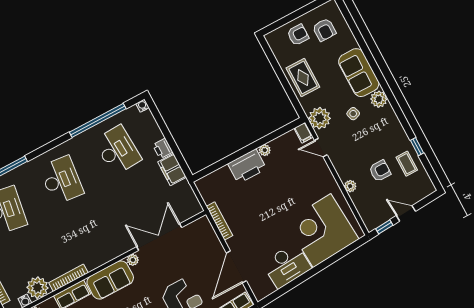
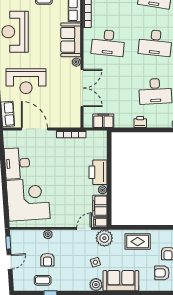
filing cabinet: (285, 143) -> (100, 206), added
filing cabinet: (172, 170) -> (103, 121), moved
desk: (91, 235) -> (108, 43), added

